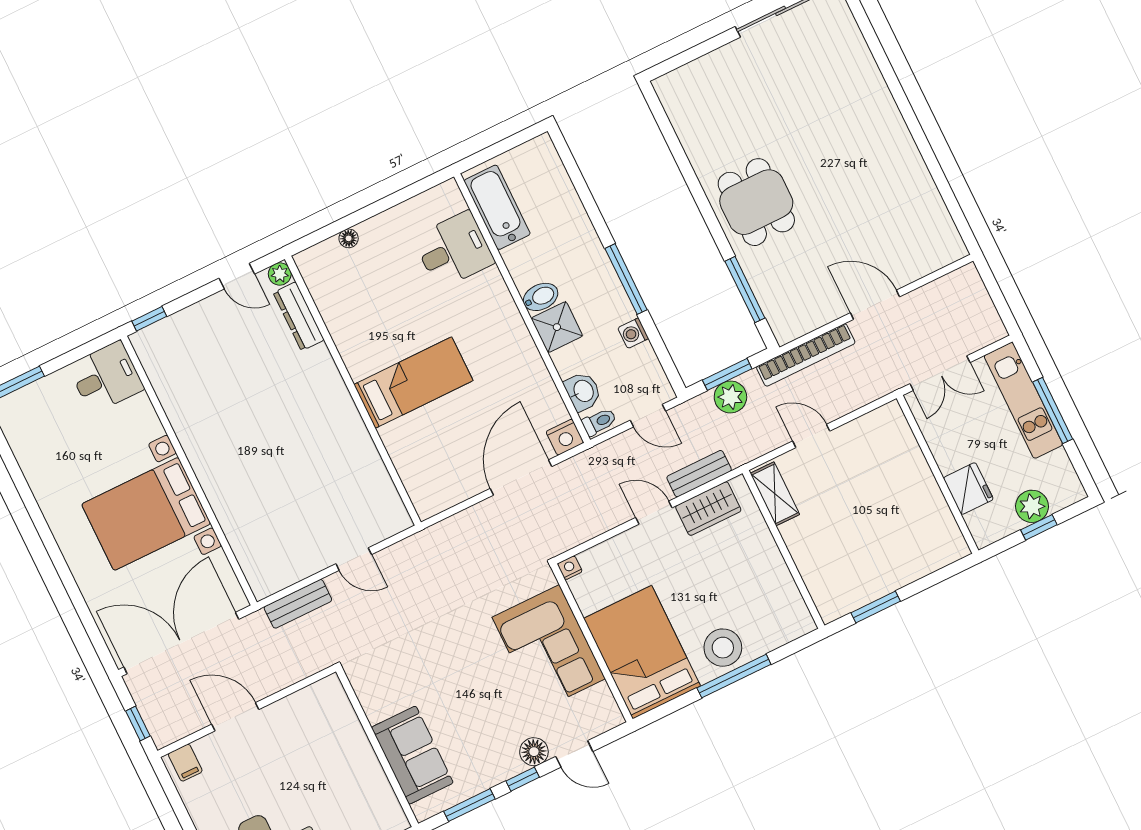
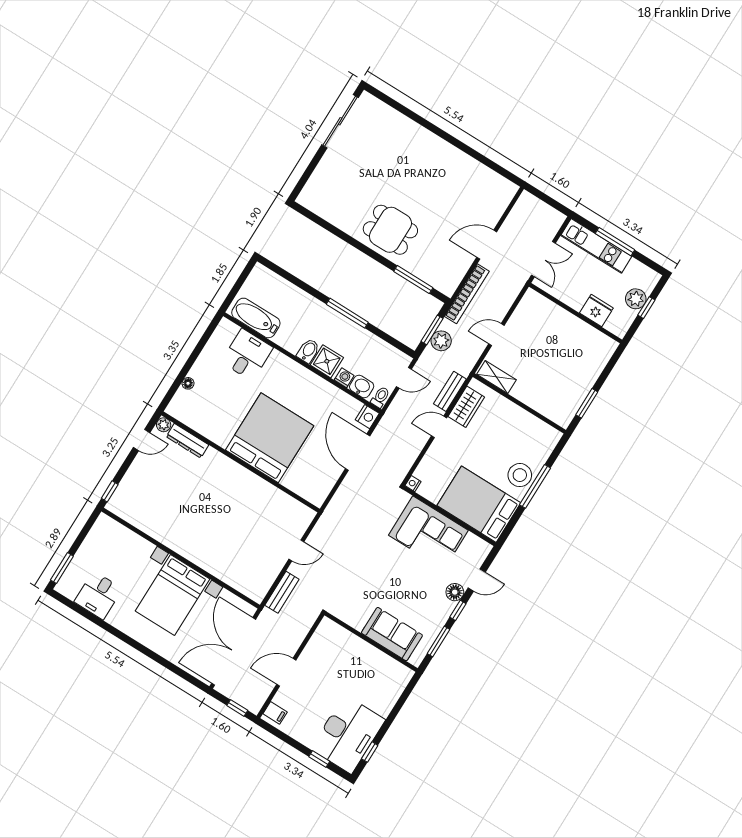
washing machine: (633, 333) -> (344, 378), moved, turned 180
desk: (106, 377) -> (98, 595), moved, turned 180
bed: (413, 383) -> (270, 438), width x2.04

